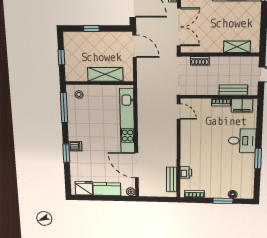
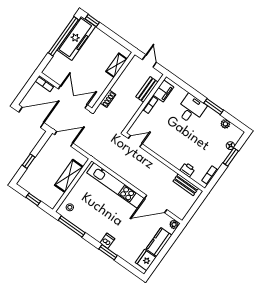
plant: (249, 178) -> (225, 124), added

